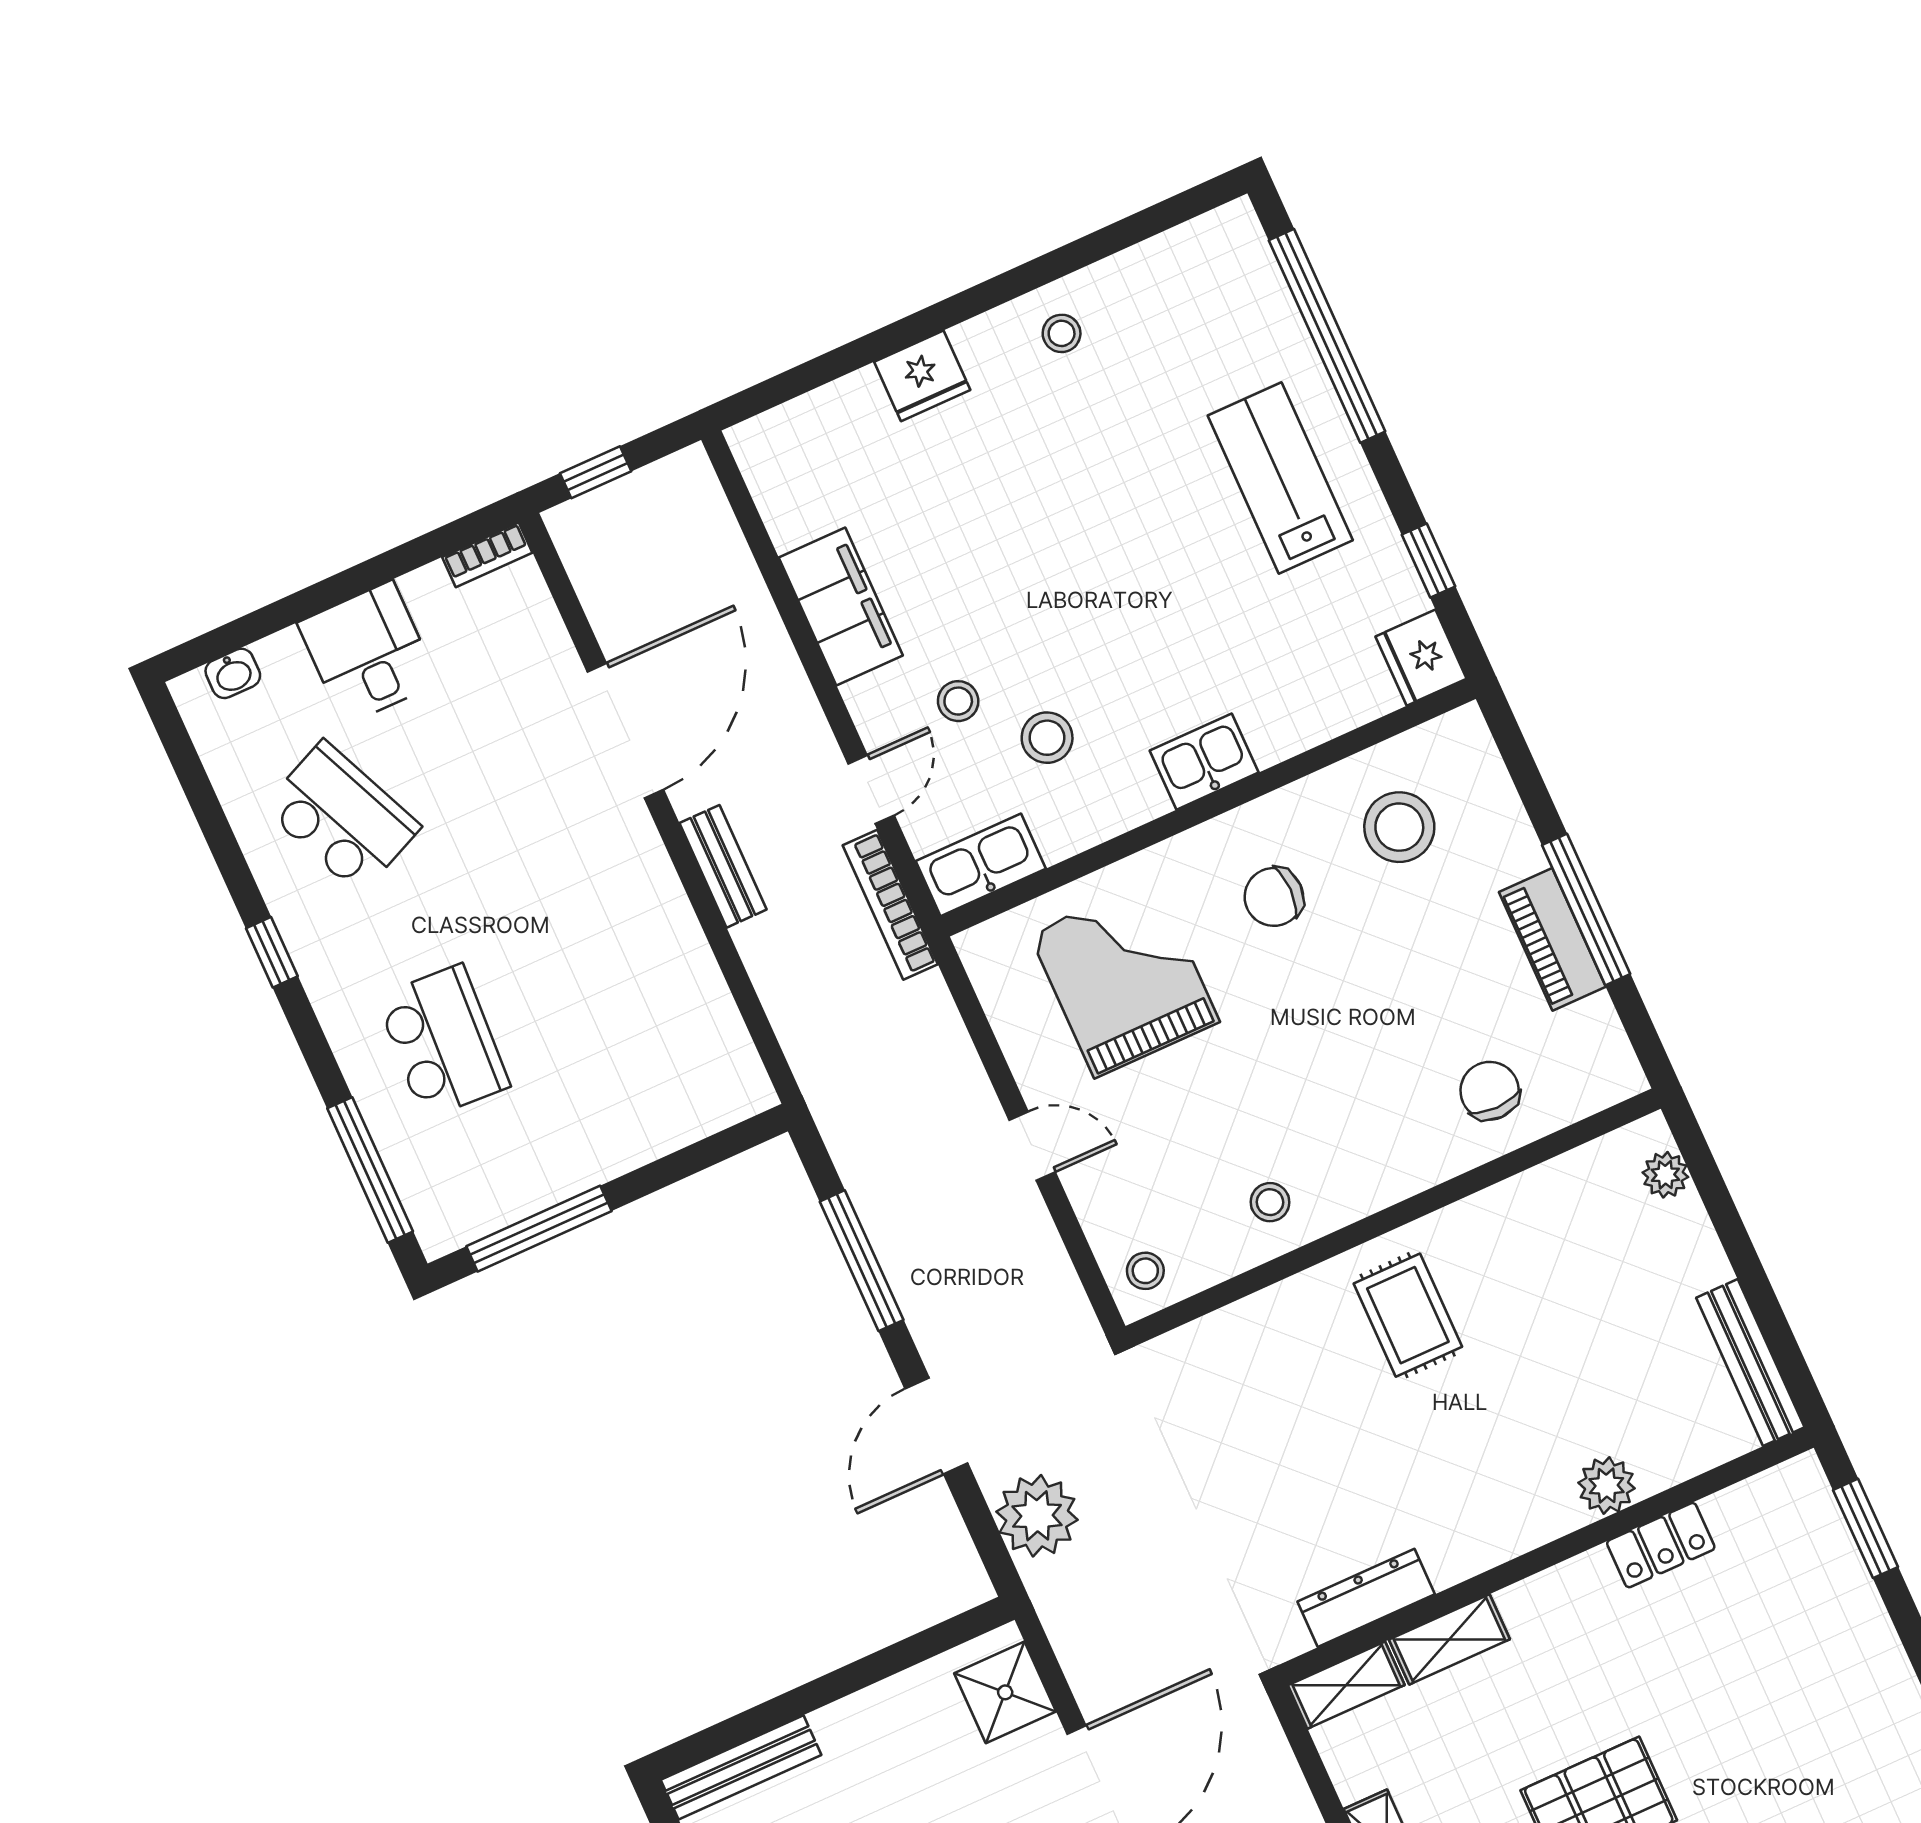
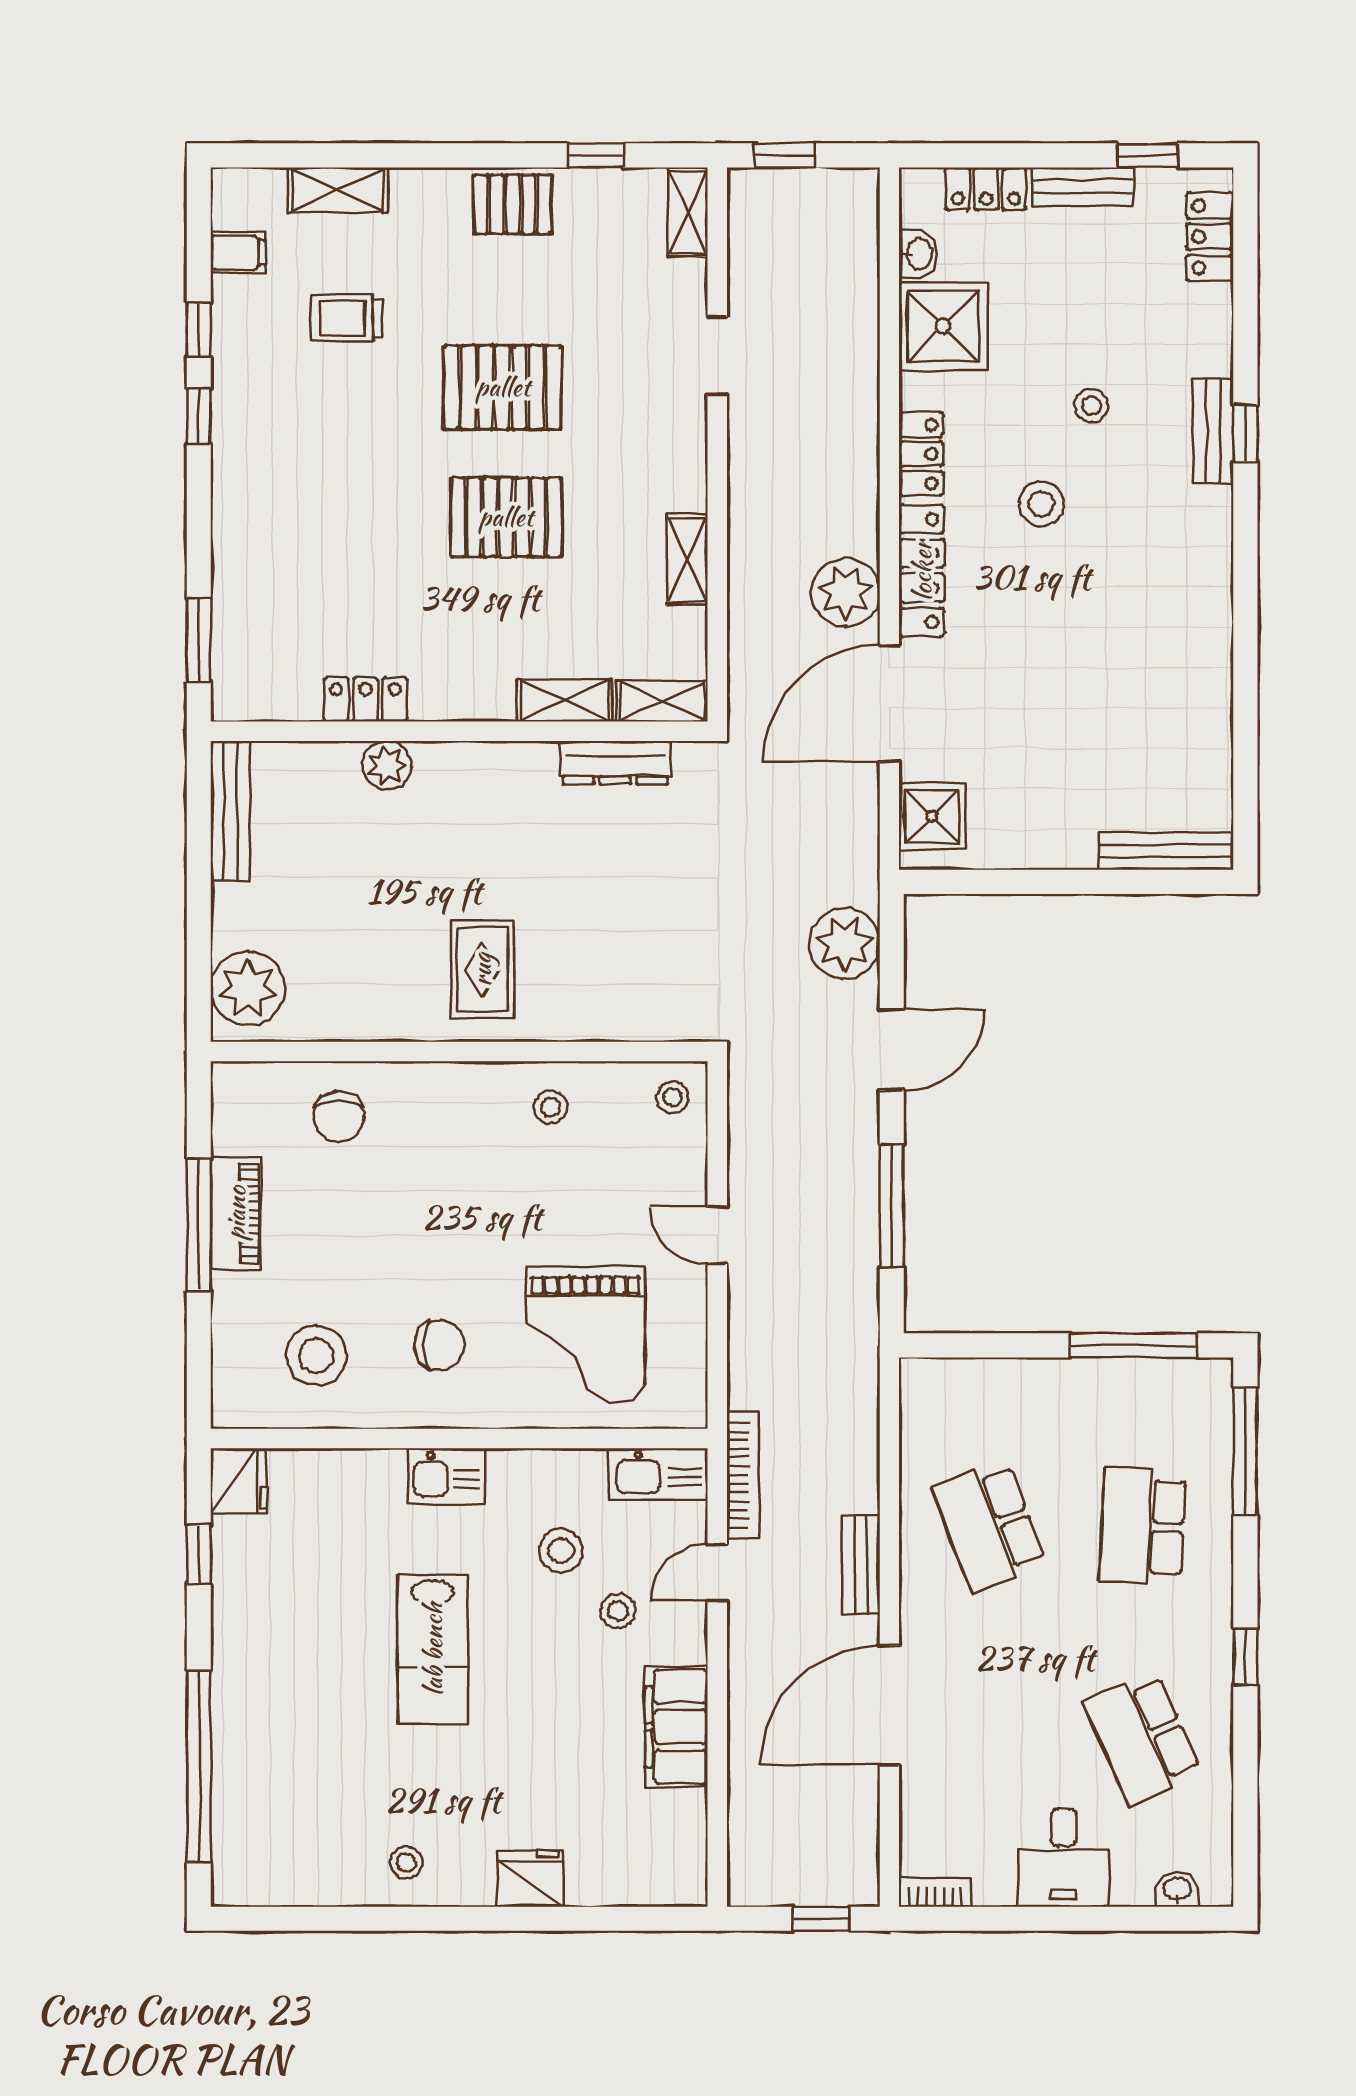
lab bench: (1280, 478) -> (433, 1649), moved
school desk: (605, 968) -> (990, 1526), added
plant: (1665, 1175) -> (248, 988), width x1.88, depth x1.88

